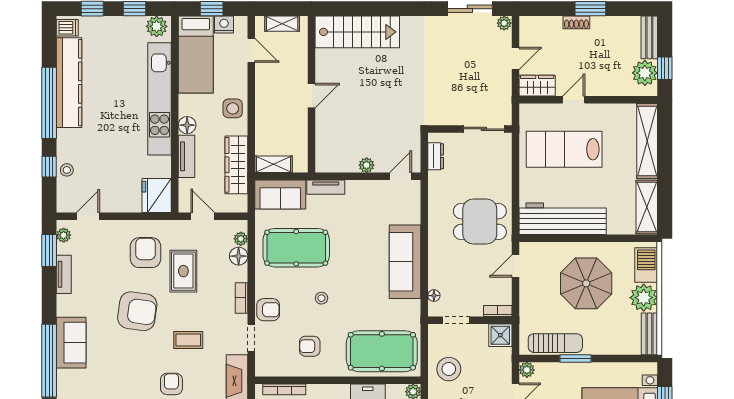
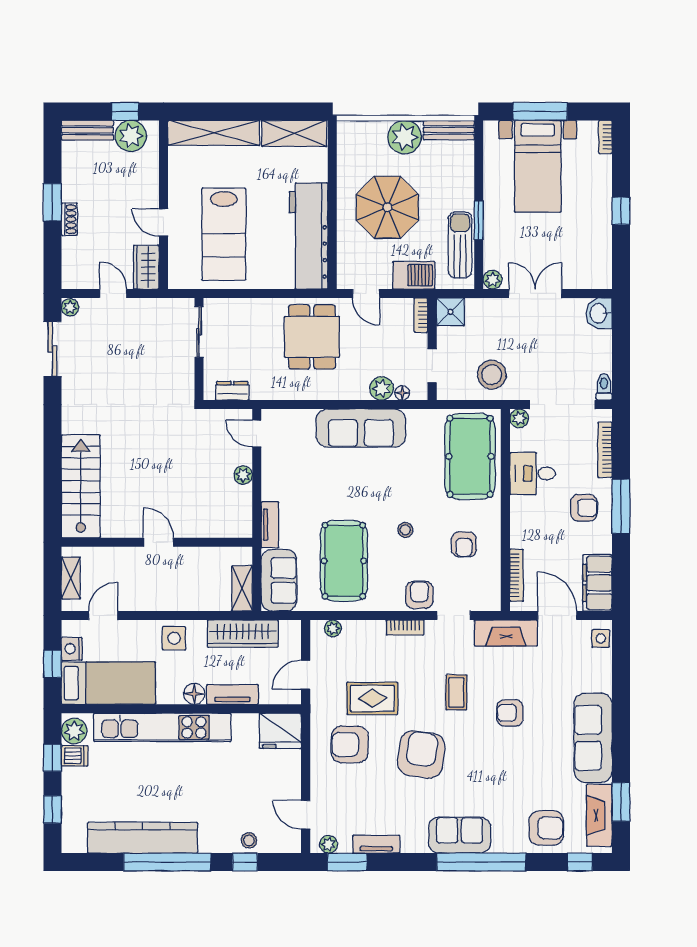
dishwasher: (67, 28) -> (75, 756), moved, turned 90
floor lamp: (239, 256) -> (354, 631), removed
barbecue: (646, 265) -> (414, 275), moved, turned 180
plant: (438, 279) -> (381, 388), added

